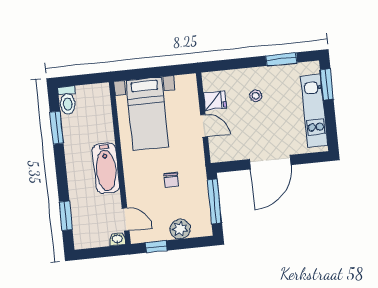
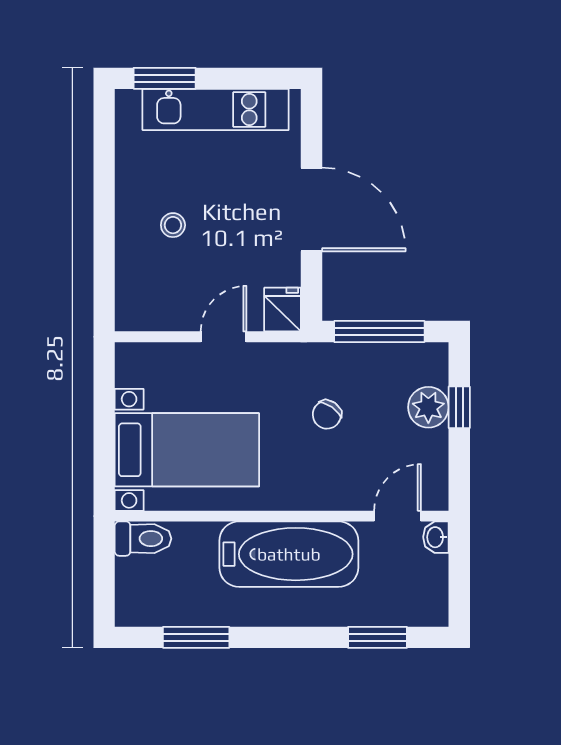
window: (281, 59) -> (104, 165), removed
toilet: (67, 100) -> (143, 539), moved
fridge: (215, 101) -> (283, 310), moved
bathtub: (106, 168) -> (289, 554), width x1.36, depth x1.36
chair: (171, 180) -> (327, 415), turned 125
window: (156, 247) -> (459, 407), moved

